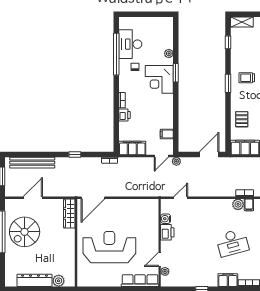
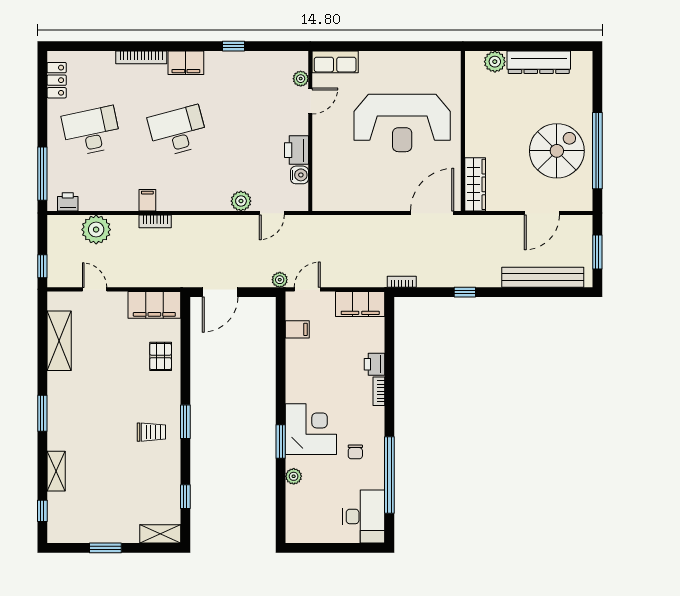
desk: (130, 44) -> (364, 516), moved
plant: (238, 204) -> (241, 201), moved
row of seats: (140, 281) -> (335, 62), width x0.68

